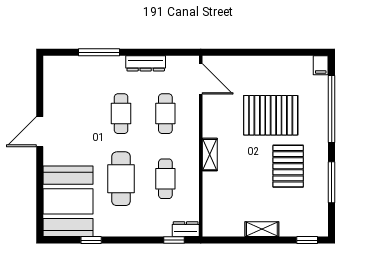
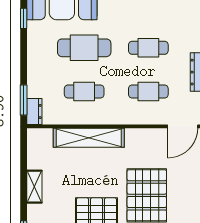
shelving: (210, 155) -> (89, 138), width x2.20, depth x1.33
window: (174, 240) -> (24, 100), width x1.50

